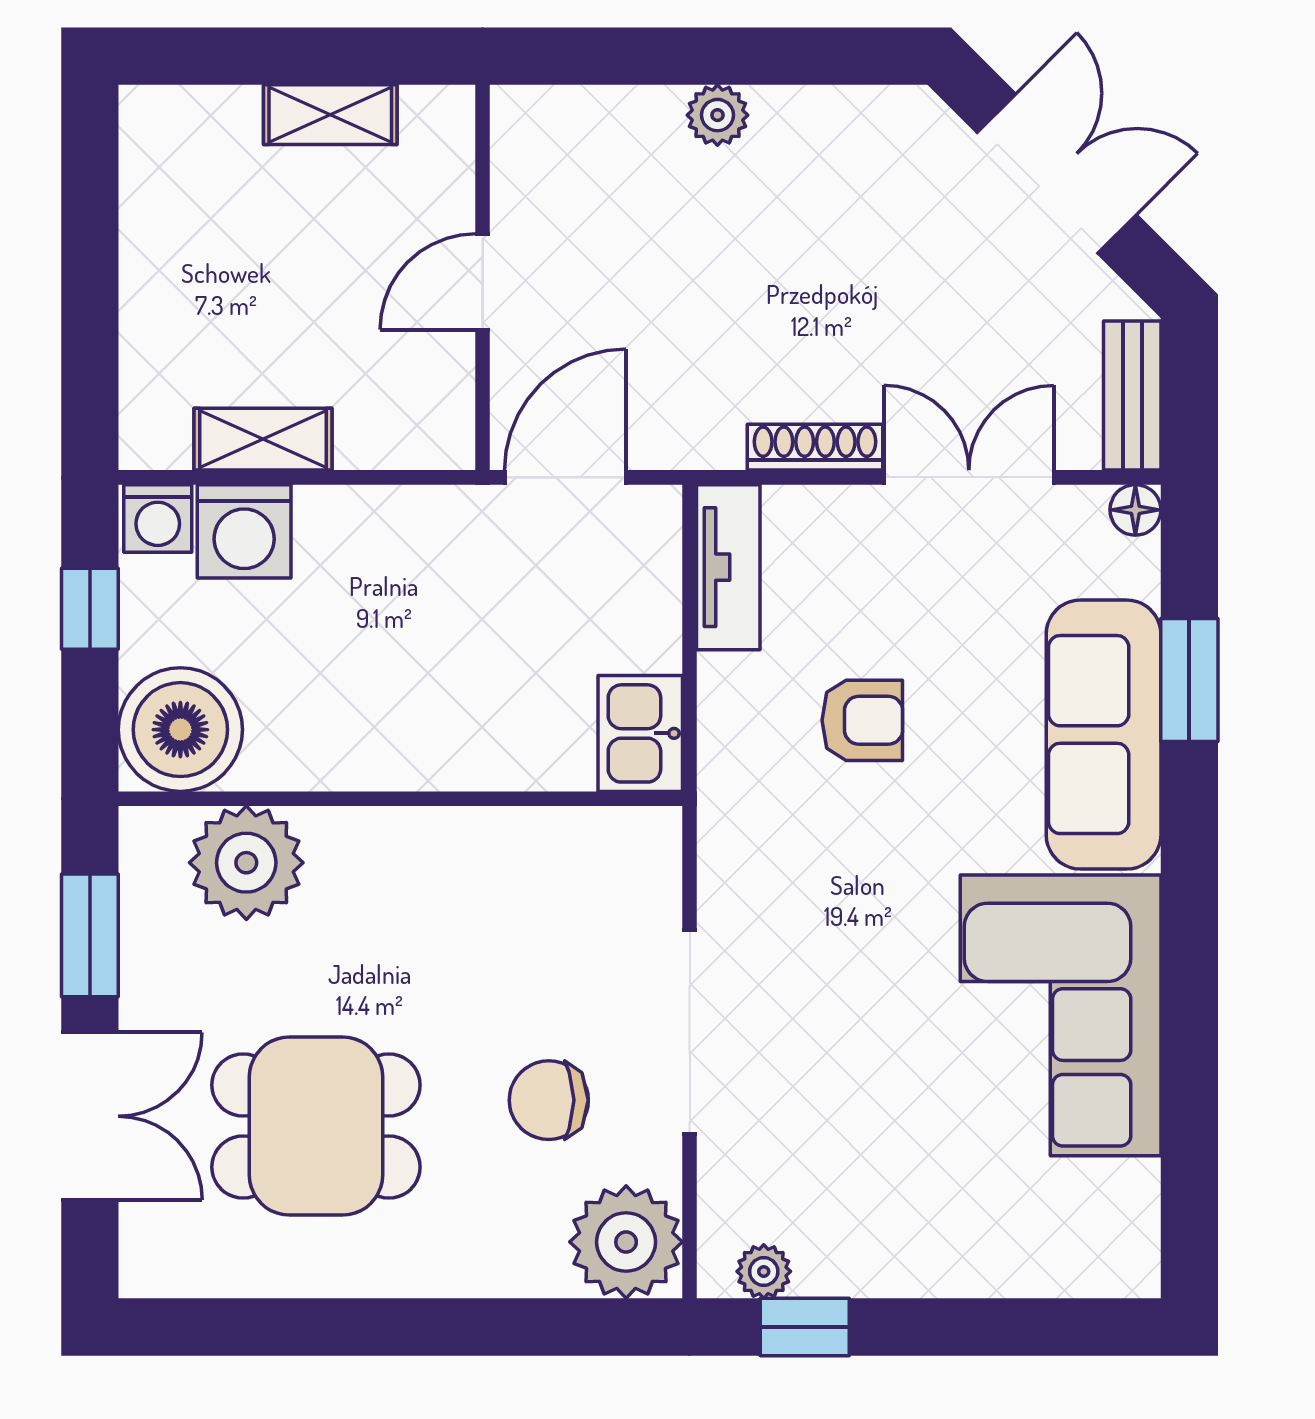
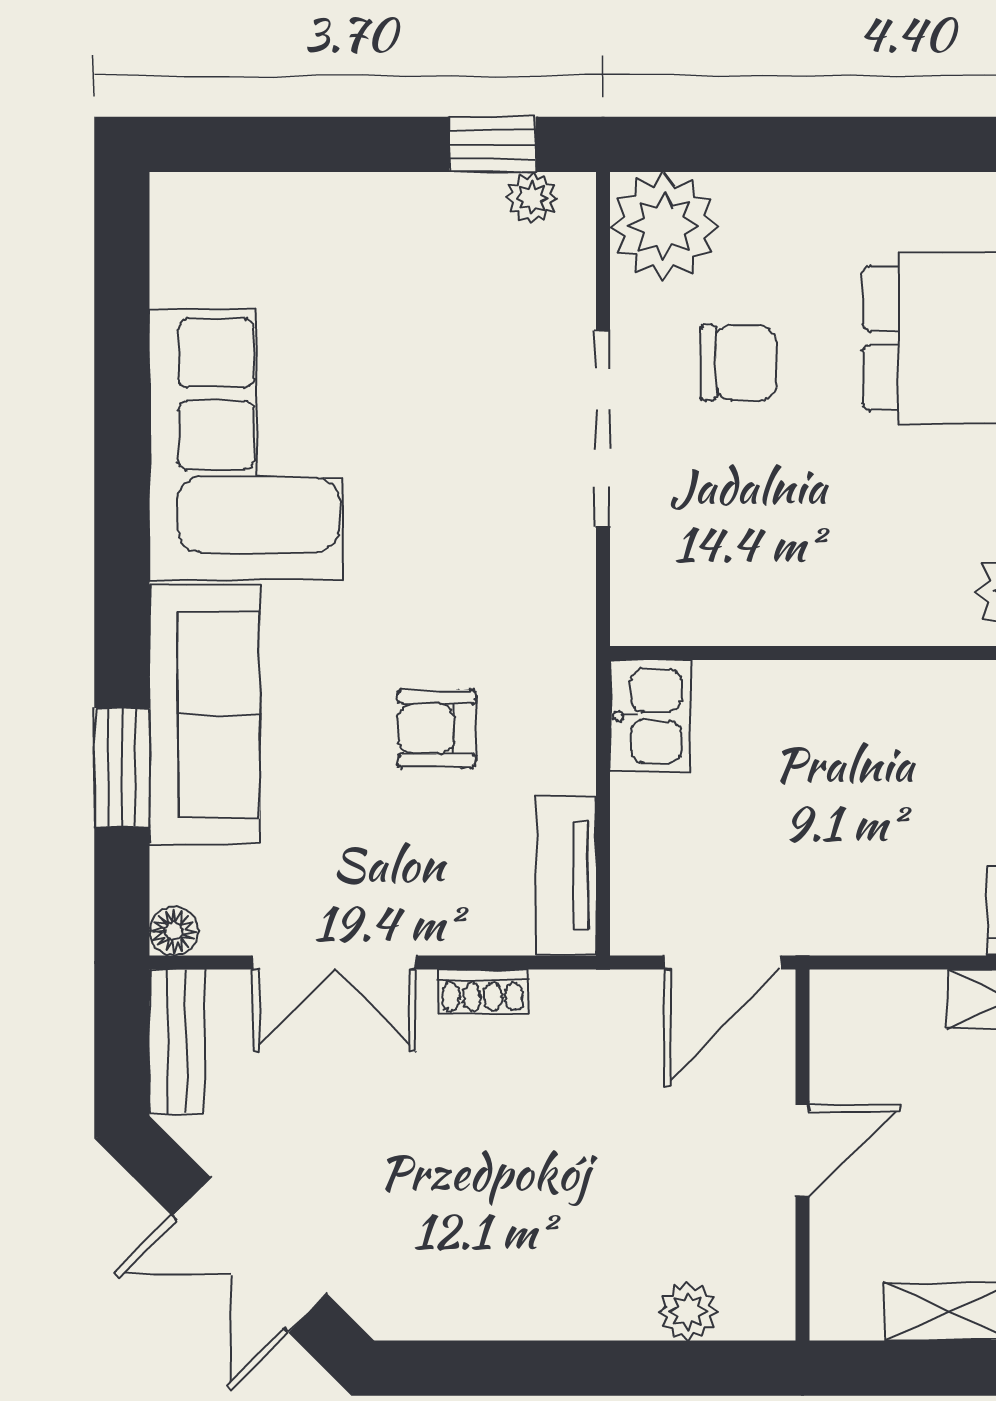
plant: (717, 115) -> (688, 1311), moved
shoe rack: (815, 447) -> (482, 991), width x0.70

